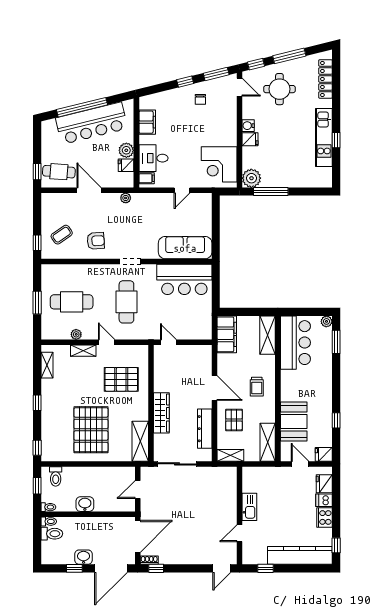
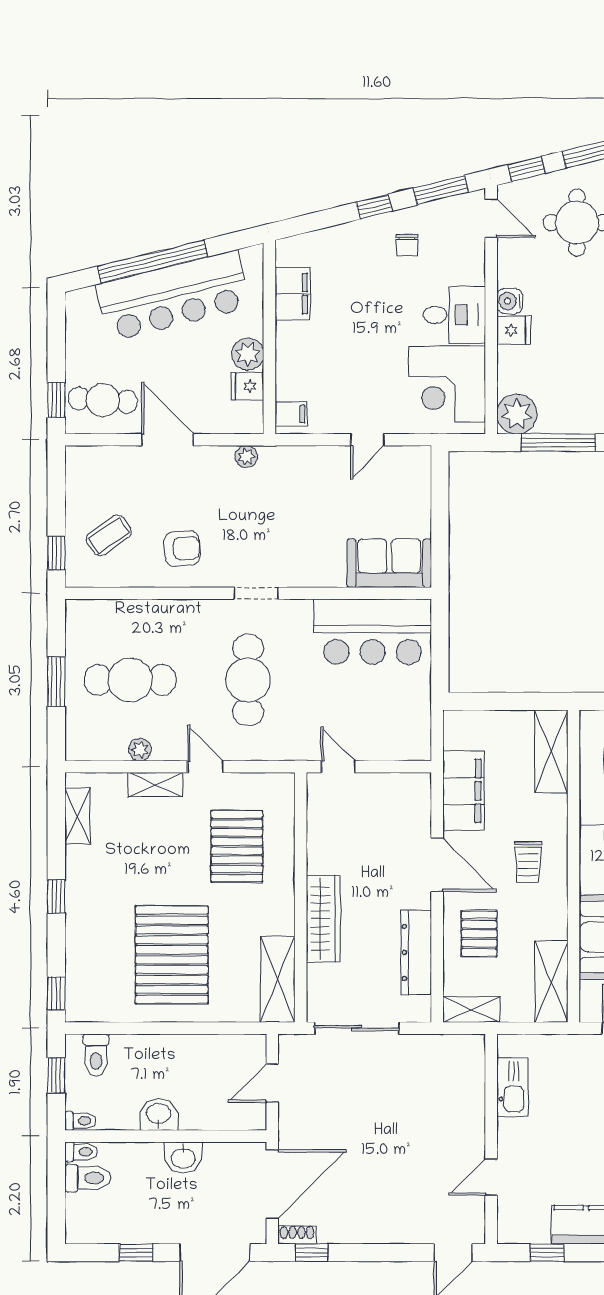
desk: (153, 158) -> (454, 315), moved, turned 180
sofa: (185, 248) -> (389, 563), width x0.73
filing cabinet: (227, 334) -> (464, 791), moved
pallet: (121, 379) -> (237, 846), turned 90
kitchen sink: (249, 507) -> (512, 1087), moved
washbasin: (84, 557) -> (183, 1158), moved, turned 180

